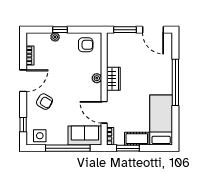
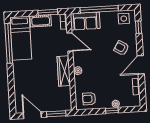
wardrobe: (113, 79) -> (64, 71), width x1.50
window: (175, 82) -> (9, 43), moved

